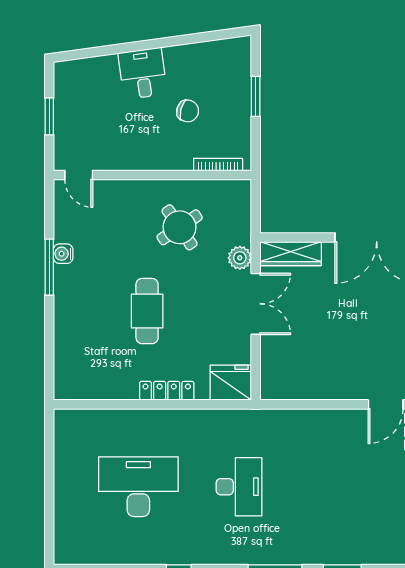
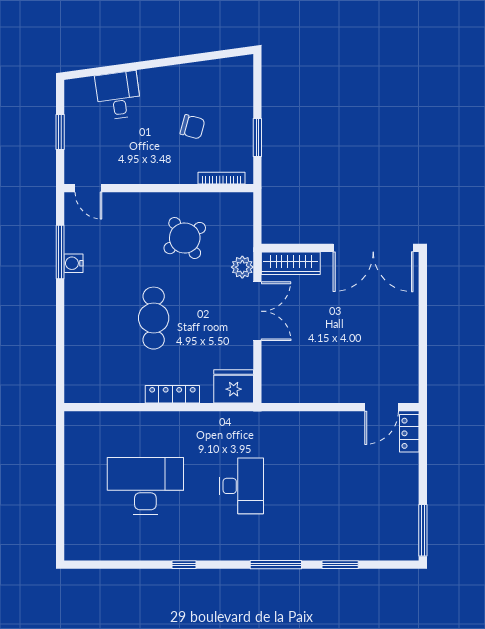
desk: (143, 73) -> (118, 95), moved
window: (256, 96) -> (257, 138), moved
window: (49, 267) -> (60, 252), moved

